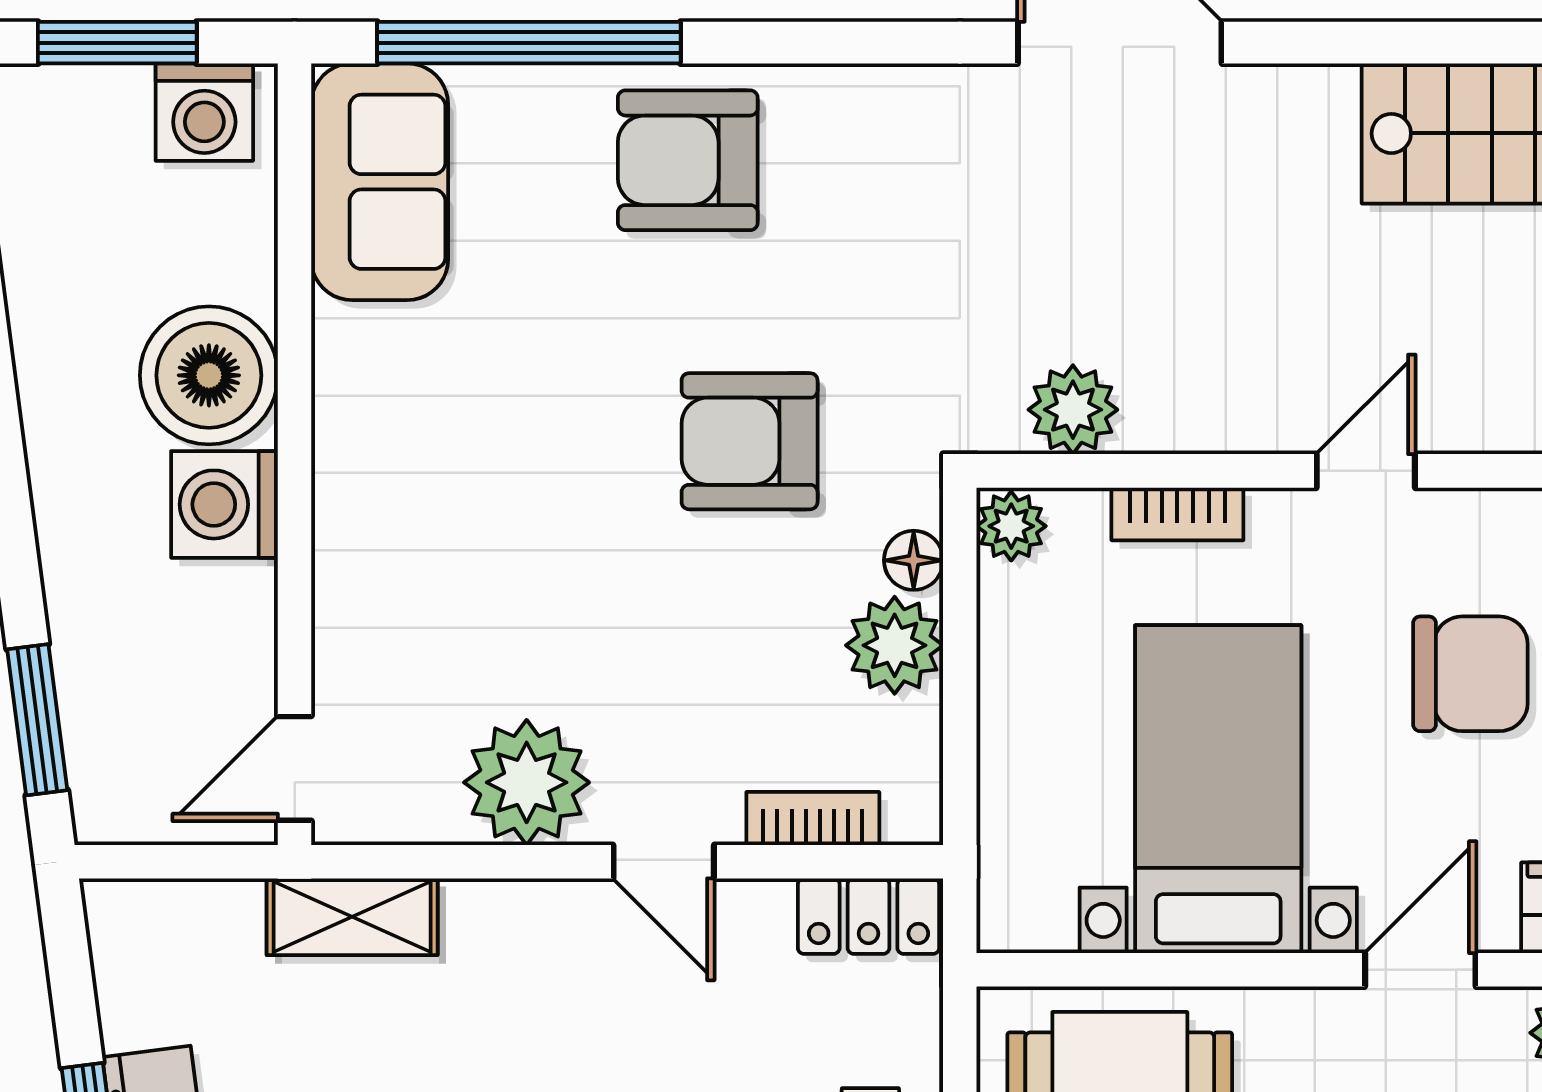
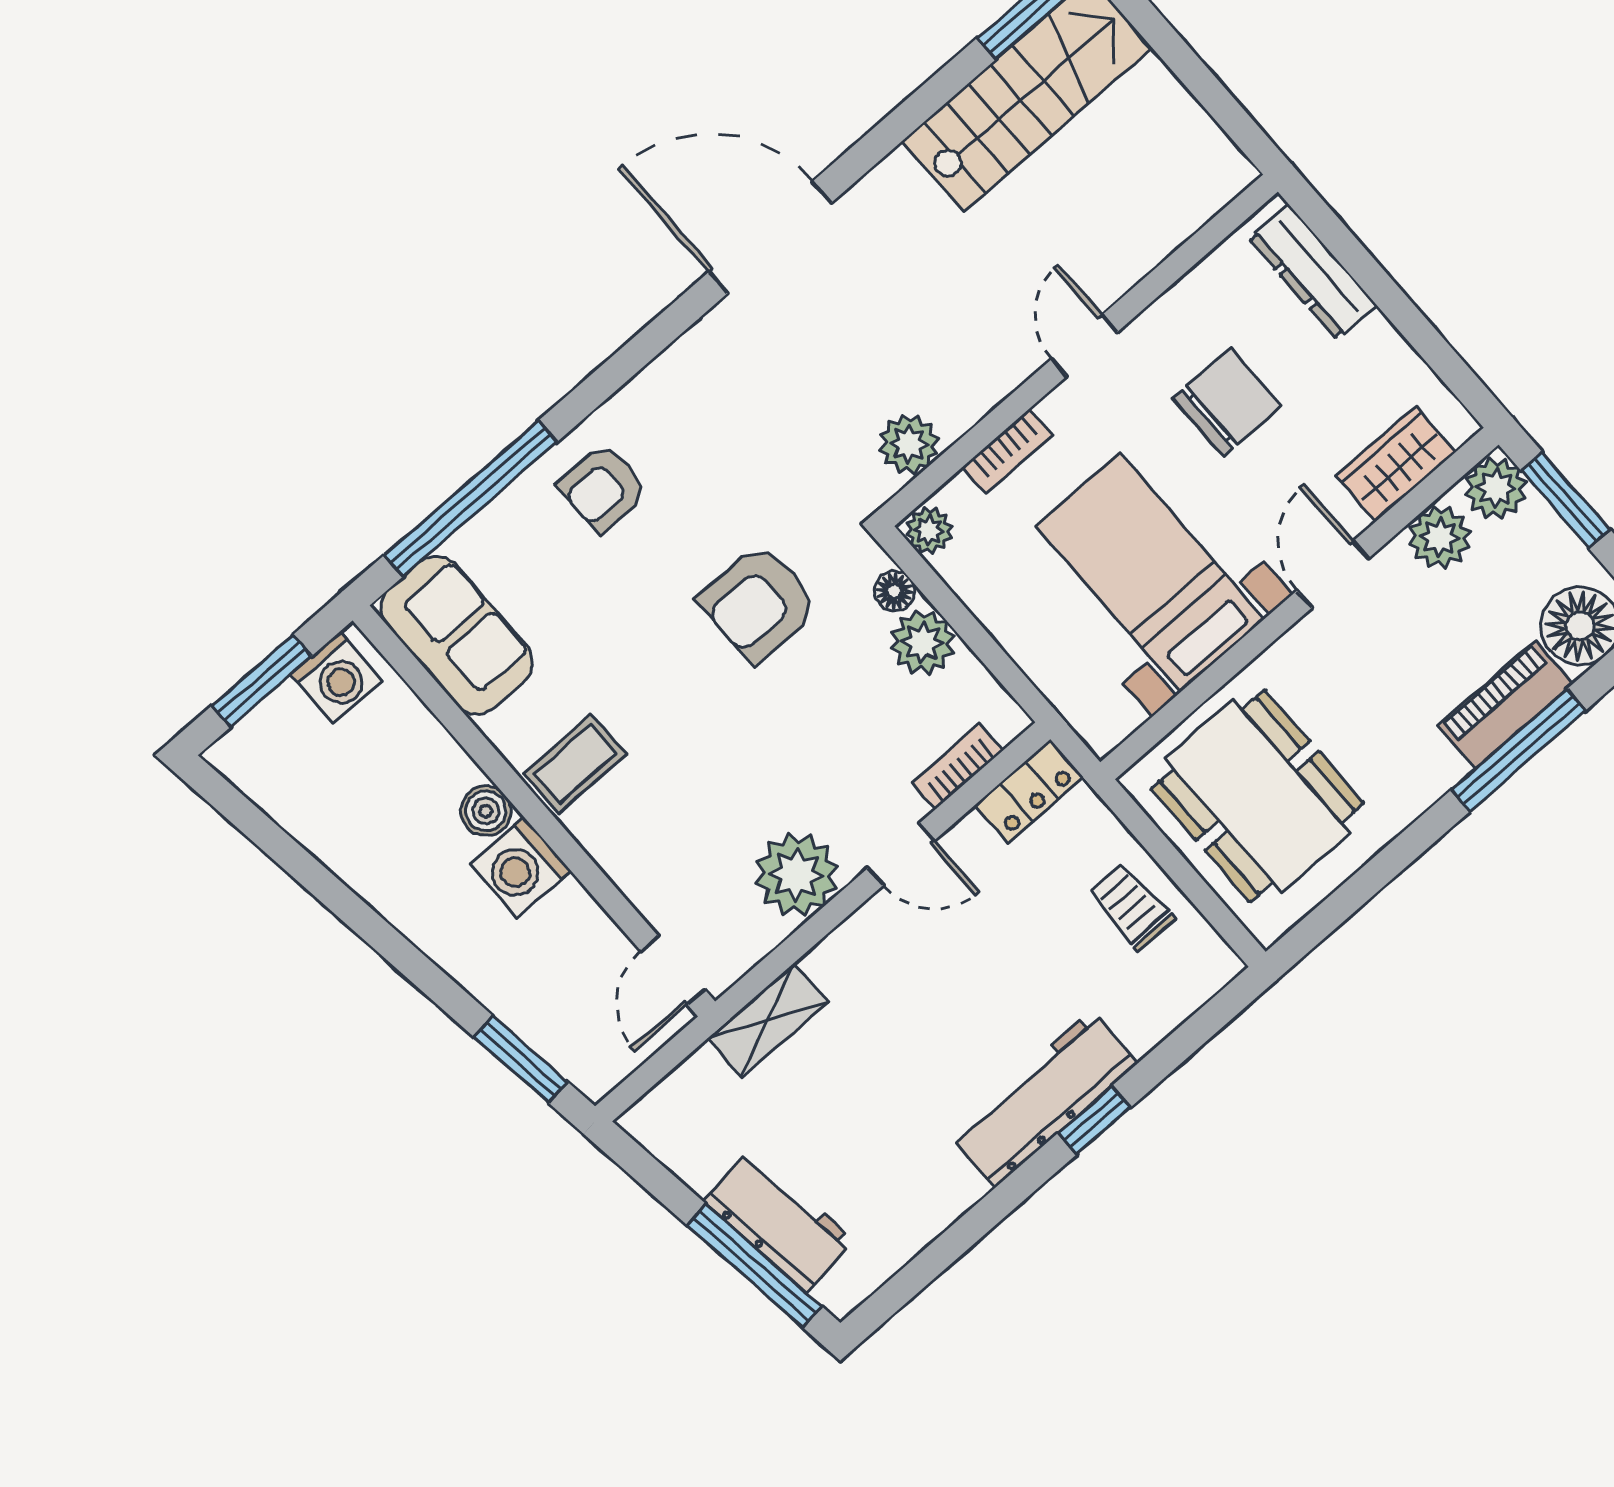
armchair: (688, 160) -> (603, 488), width x0.72, depth x0.72
boiler: (209, 375) -> (486, 811), width x0.54, depth x0.54
coffee table: (387, 442) -> (575, 764), added

